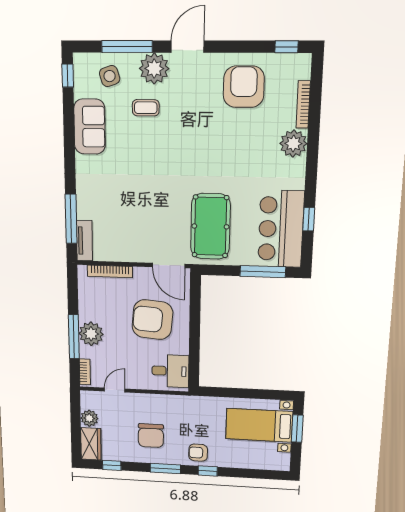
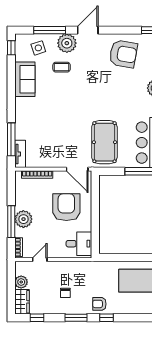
armchair: (244, 87) -> (123, 54), turned 100
armchair: (152, 320) -> (66, 207), turned 85
chair: (151, 436) -> (65, 293), width x0.54, depth x0.54

